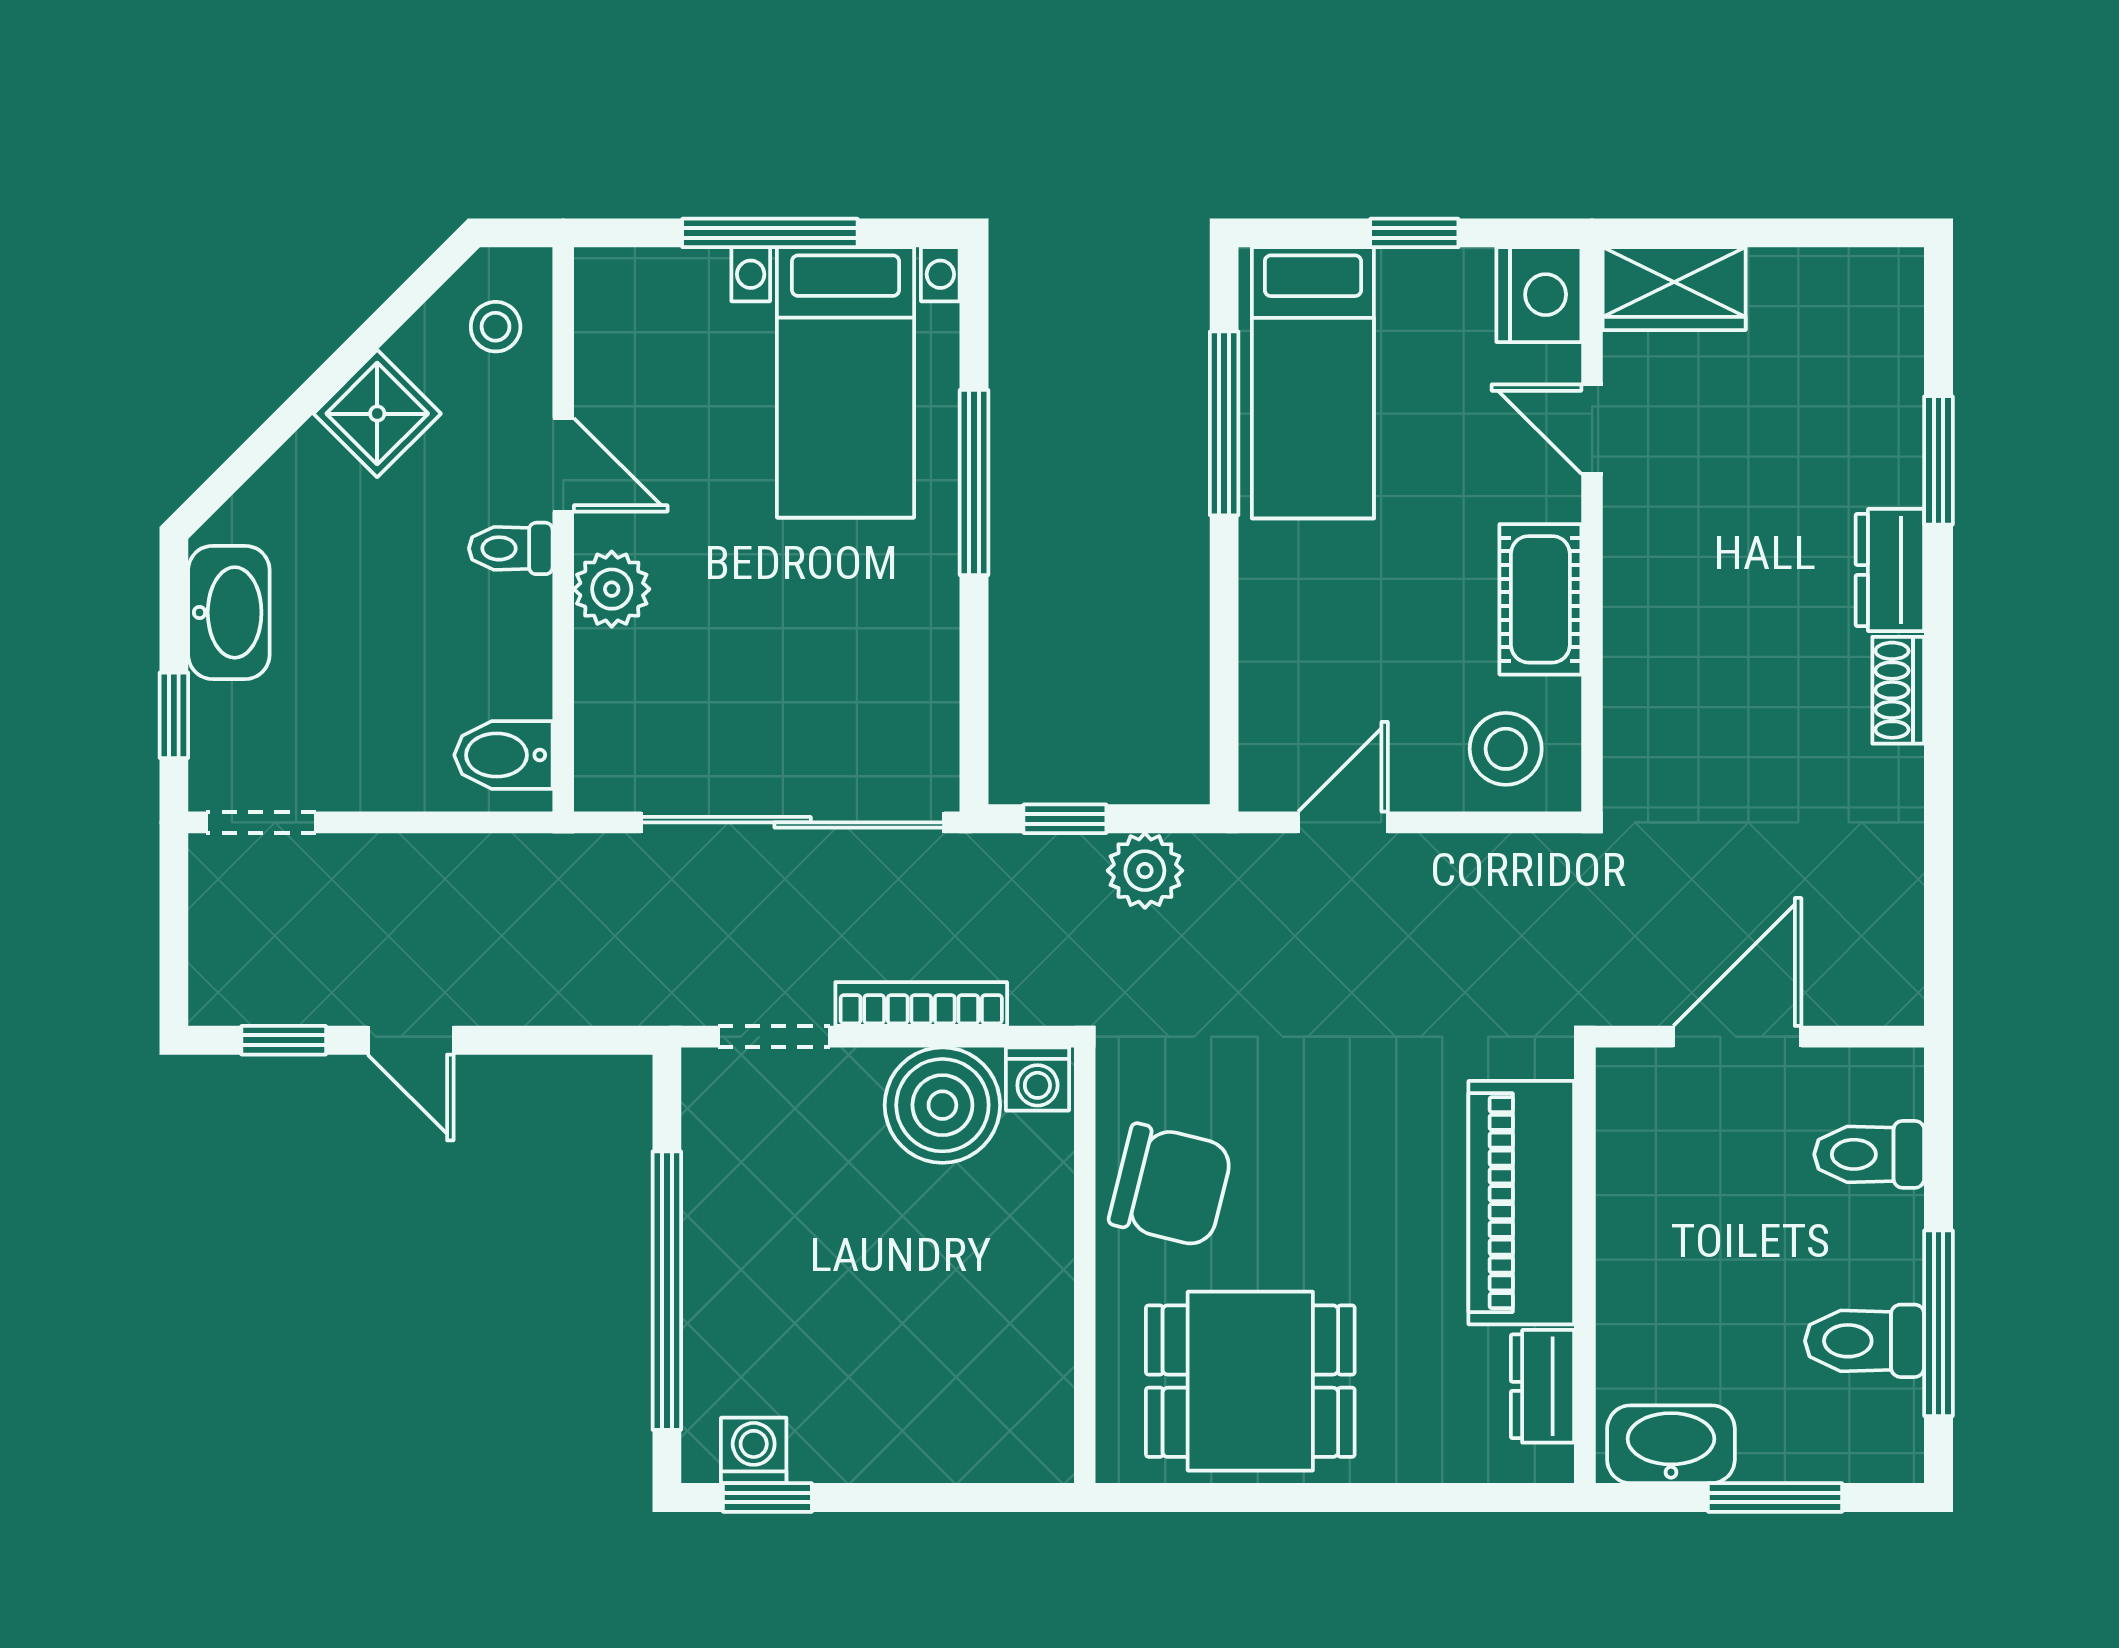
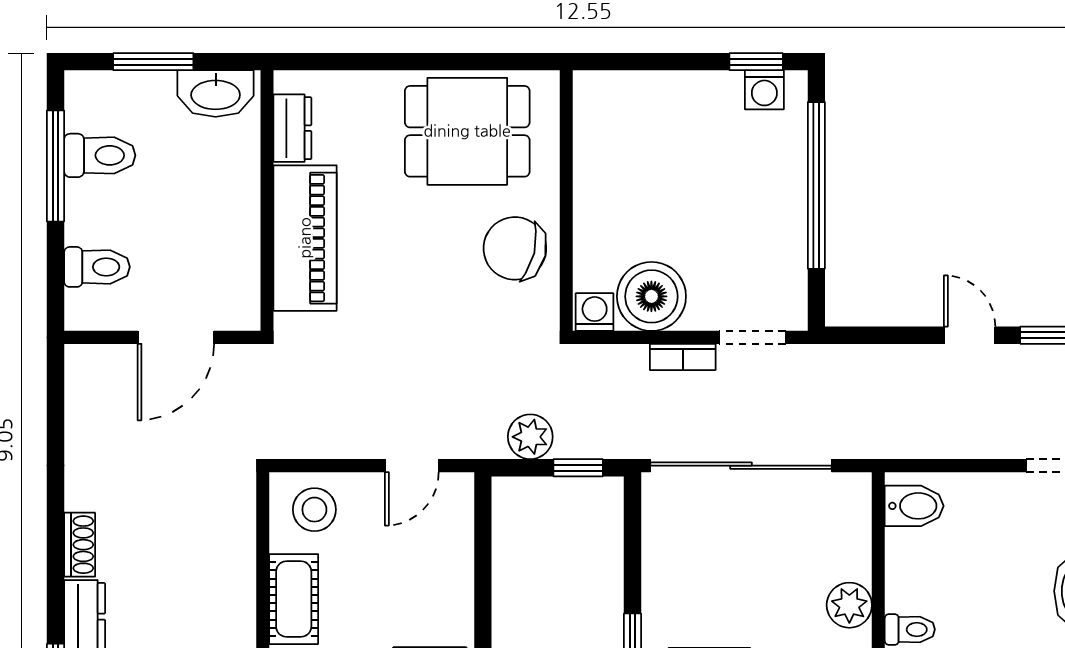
bookcase: (921, 1004) -> (683, 357), width x0.64

